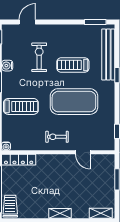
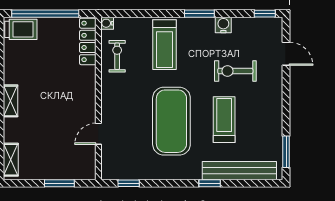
exercise bike: (39, 57) -> (235, 71), turned 180
exercise bike: (57, 137) -> (117, 56), moved

